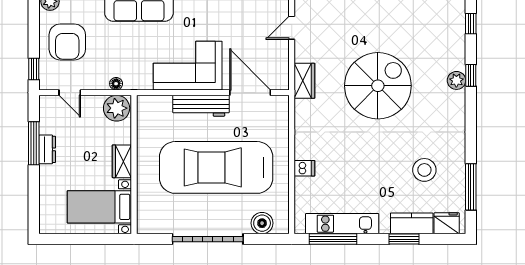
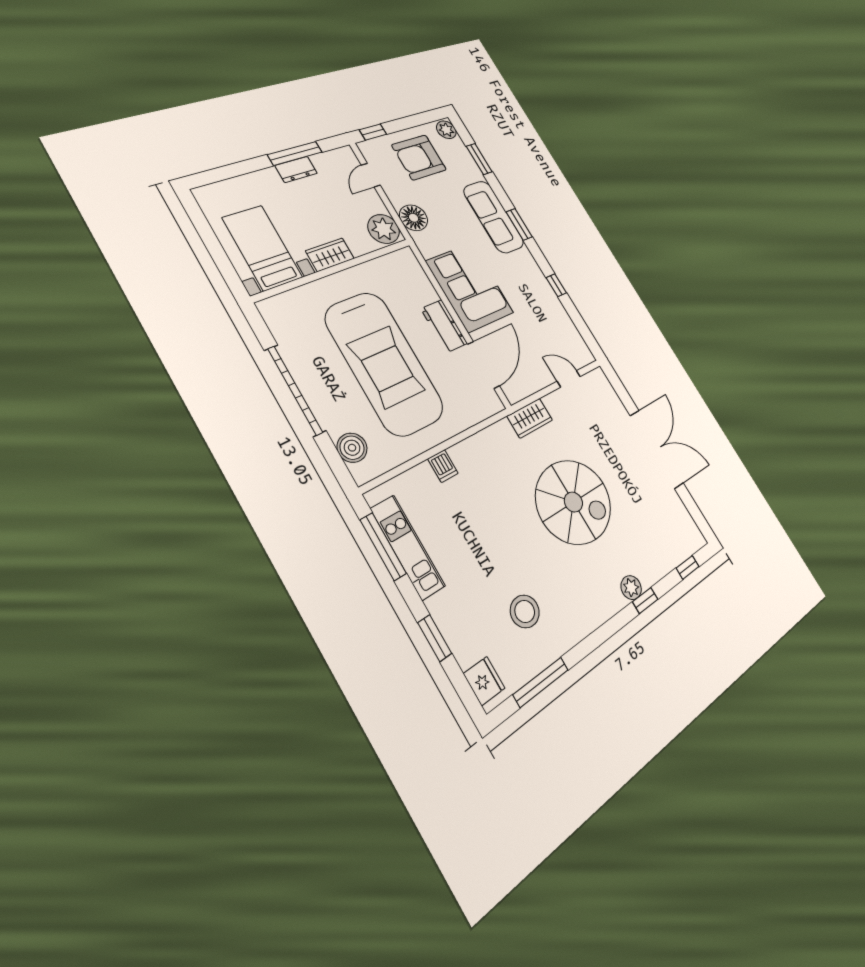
floor lamp: (116, 84) -> (414, 218), width x1.89, depth x1.89
workbench: (201, 106) -> (444, 326), width x0.73
car: (216, 167) -> (384, 363), turned 180
kitchen counter: (412, 223) -> (458, 636), removed

